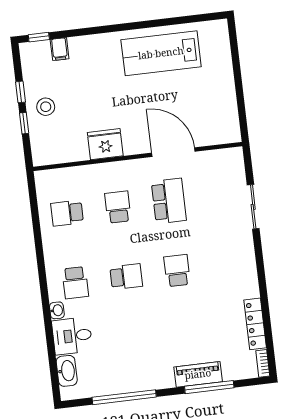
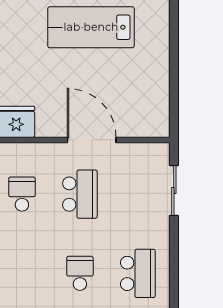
sliding door: (253, 207) -> (174, 190), moved
school desk: (126, 277) -> (138, 273), moved, width x1.85

